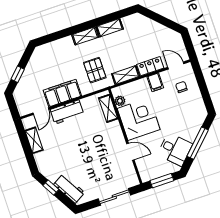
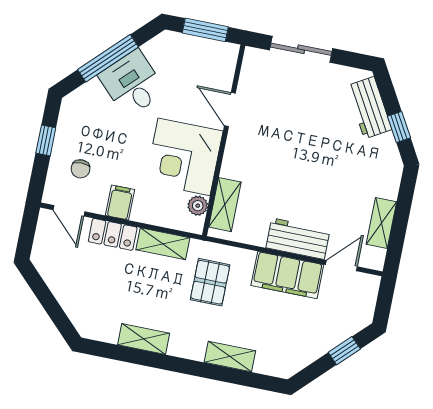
shelving: (85, 36) -> (230, 357), moved
window: (204, 91) -> (46, 140), added
desk: (175, 149) -> (132, 84), moved

